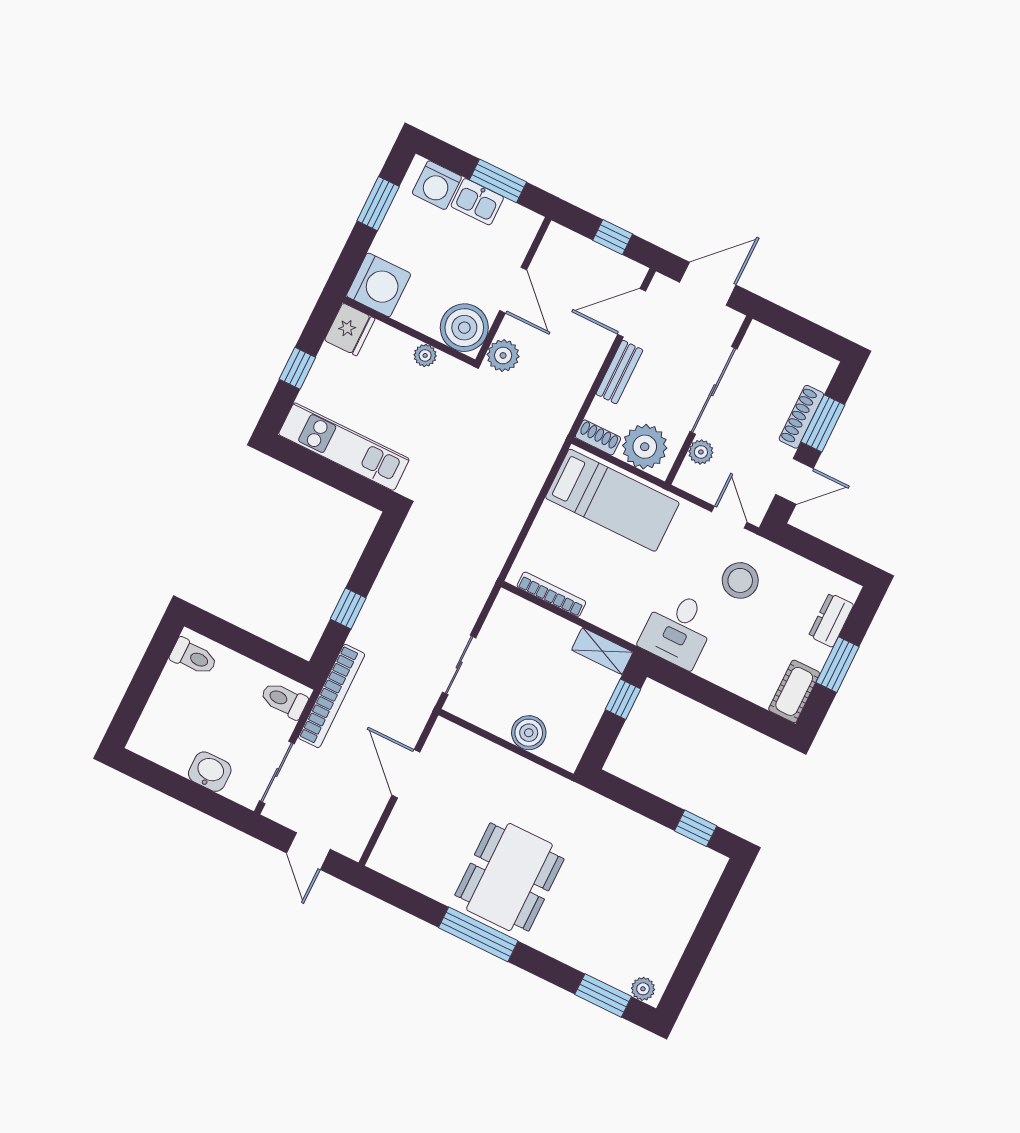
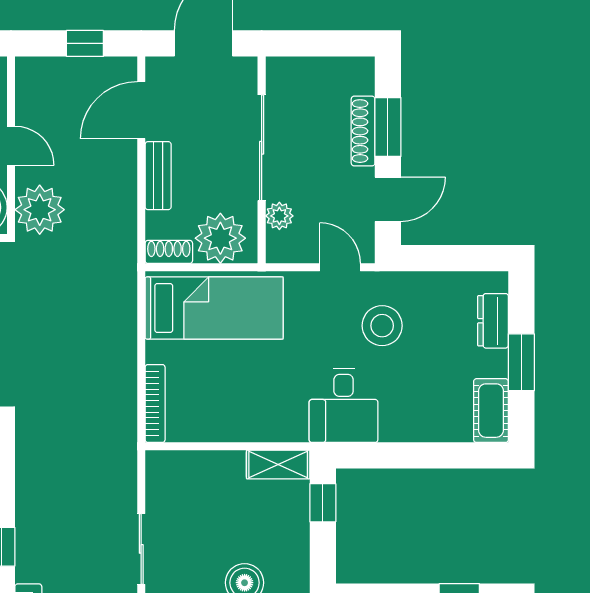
door: (513, 290) -> (11, 146), width x0.73
plant: (503, 355) -> (40, 210), width x1.36, depth x1.36
bookcase: (551, 594) -> (155, 404), moved, turned 90

